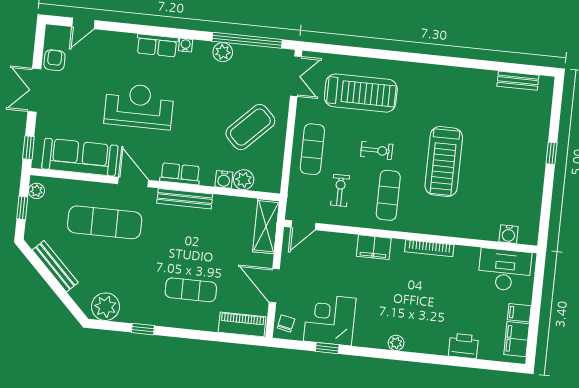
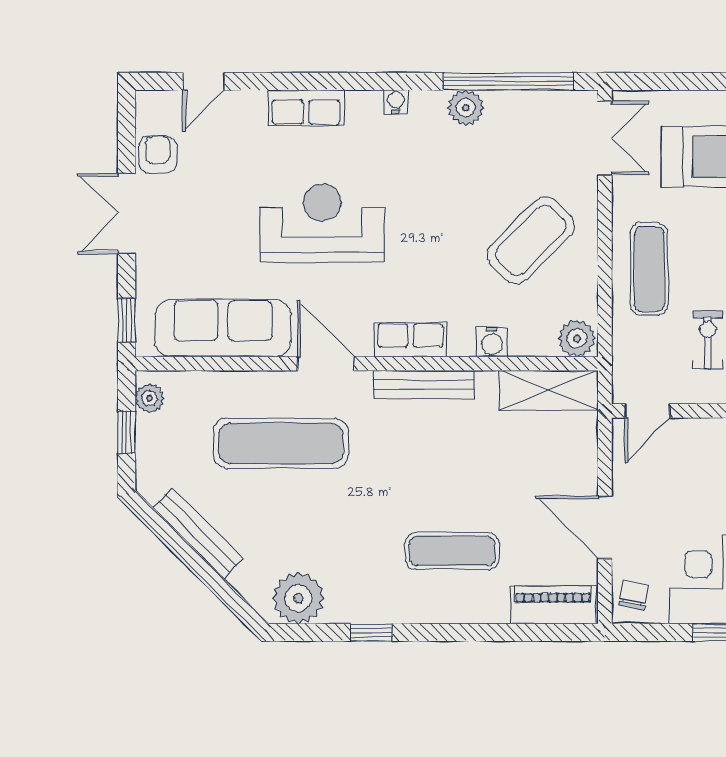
row of seats: (157, 45) -> (306, 108), moved
plant: (244, 180) -> (577, 338), moved
shelving: (266, 226) -> (549, 390), moved, turned 90

